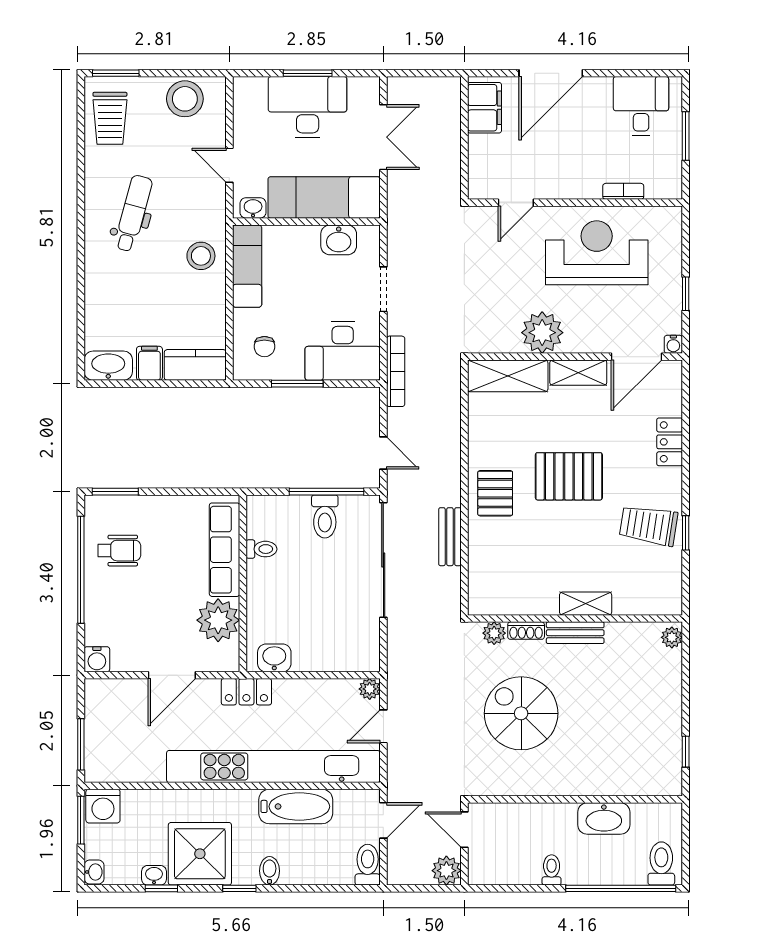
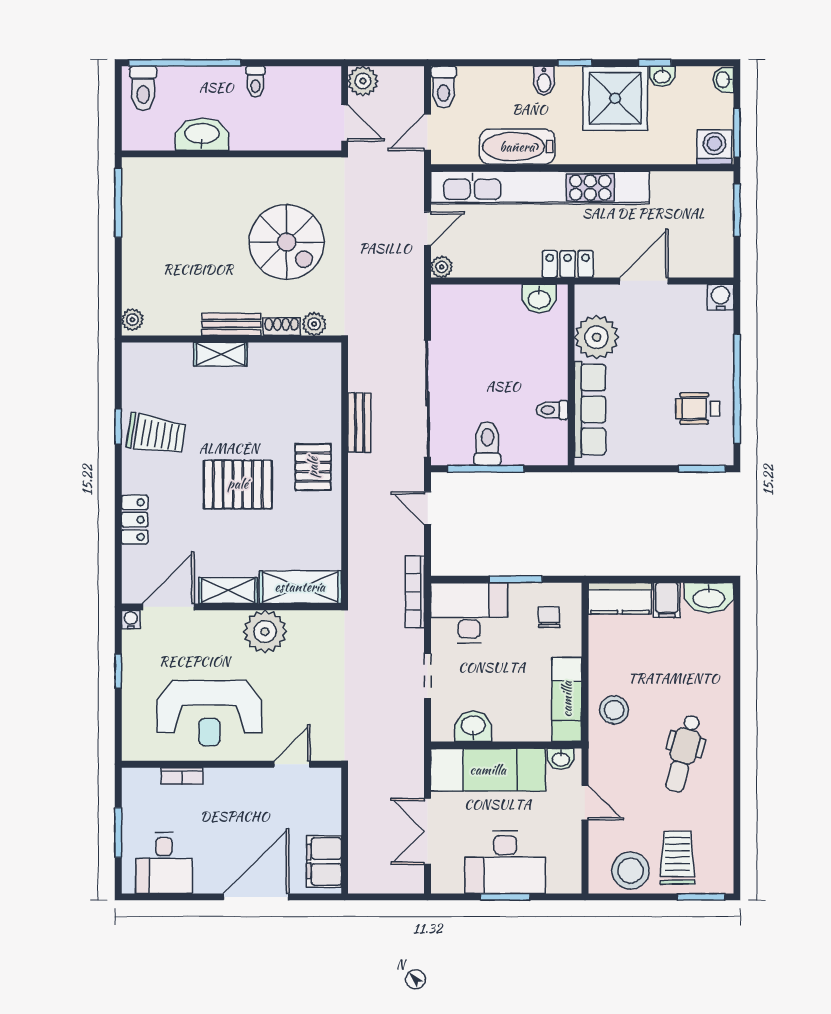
trolley: (110, 118) -> (677, 858), moved
window: (686, 752) -> (118, 203), width x2.17

